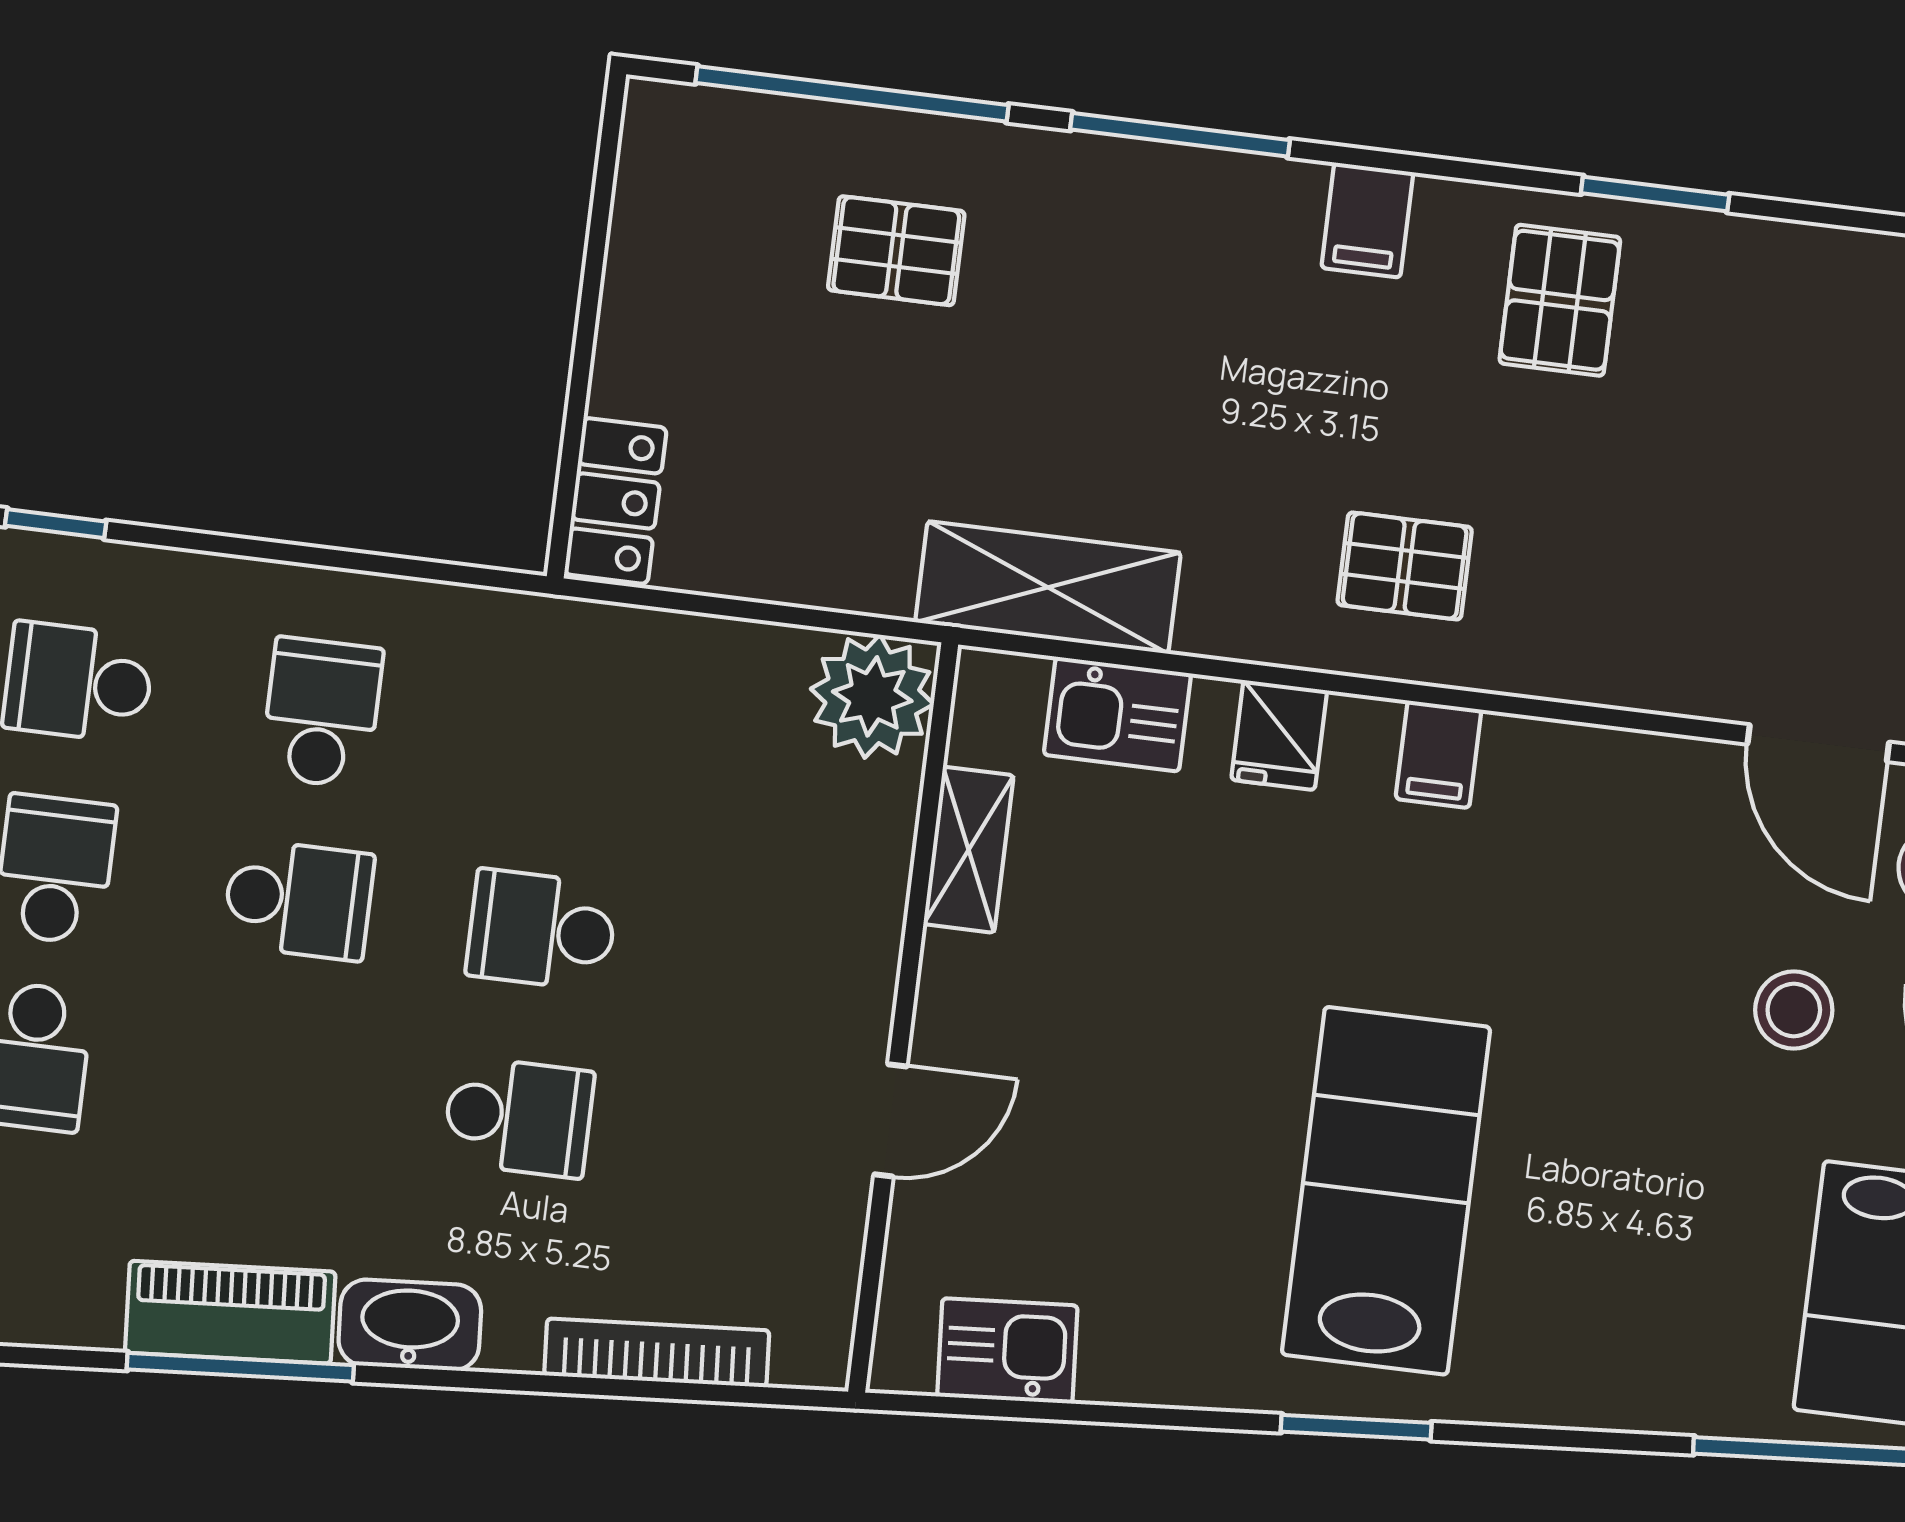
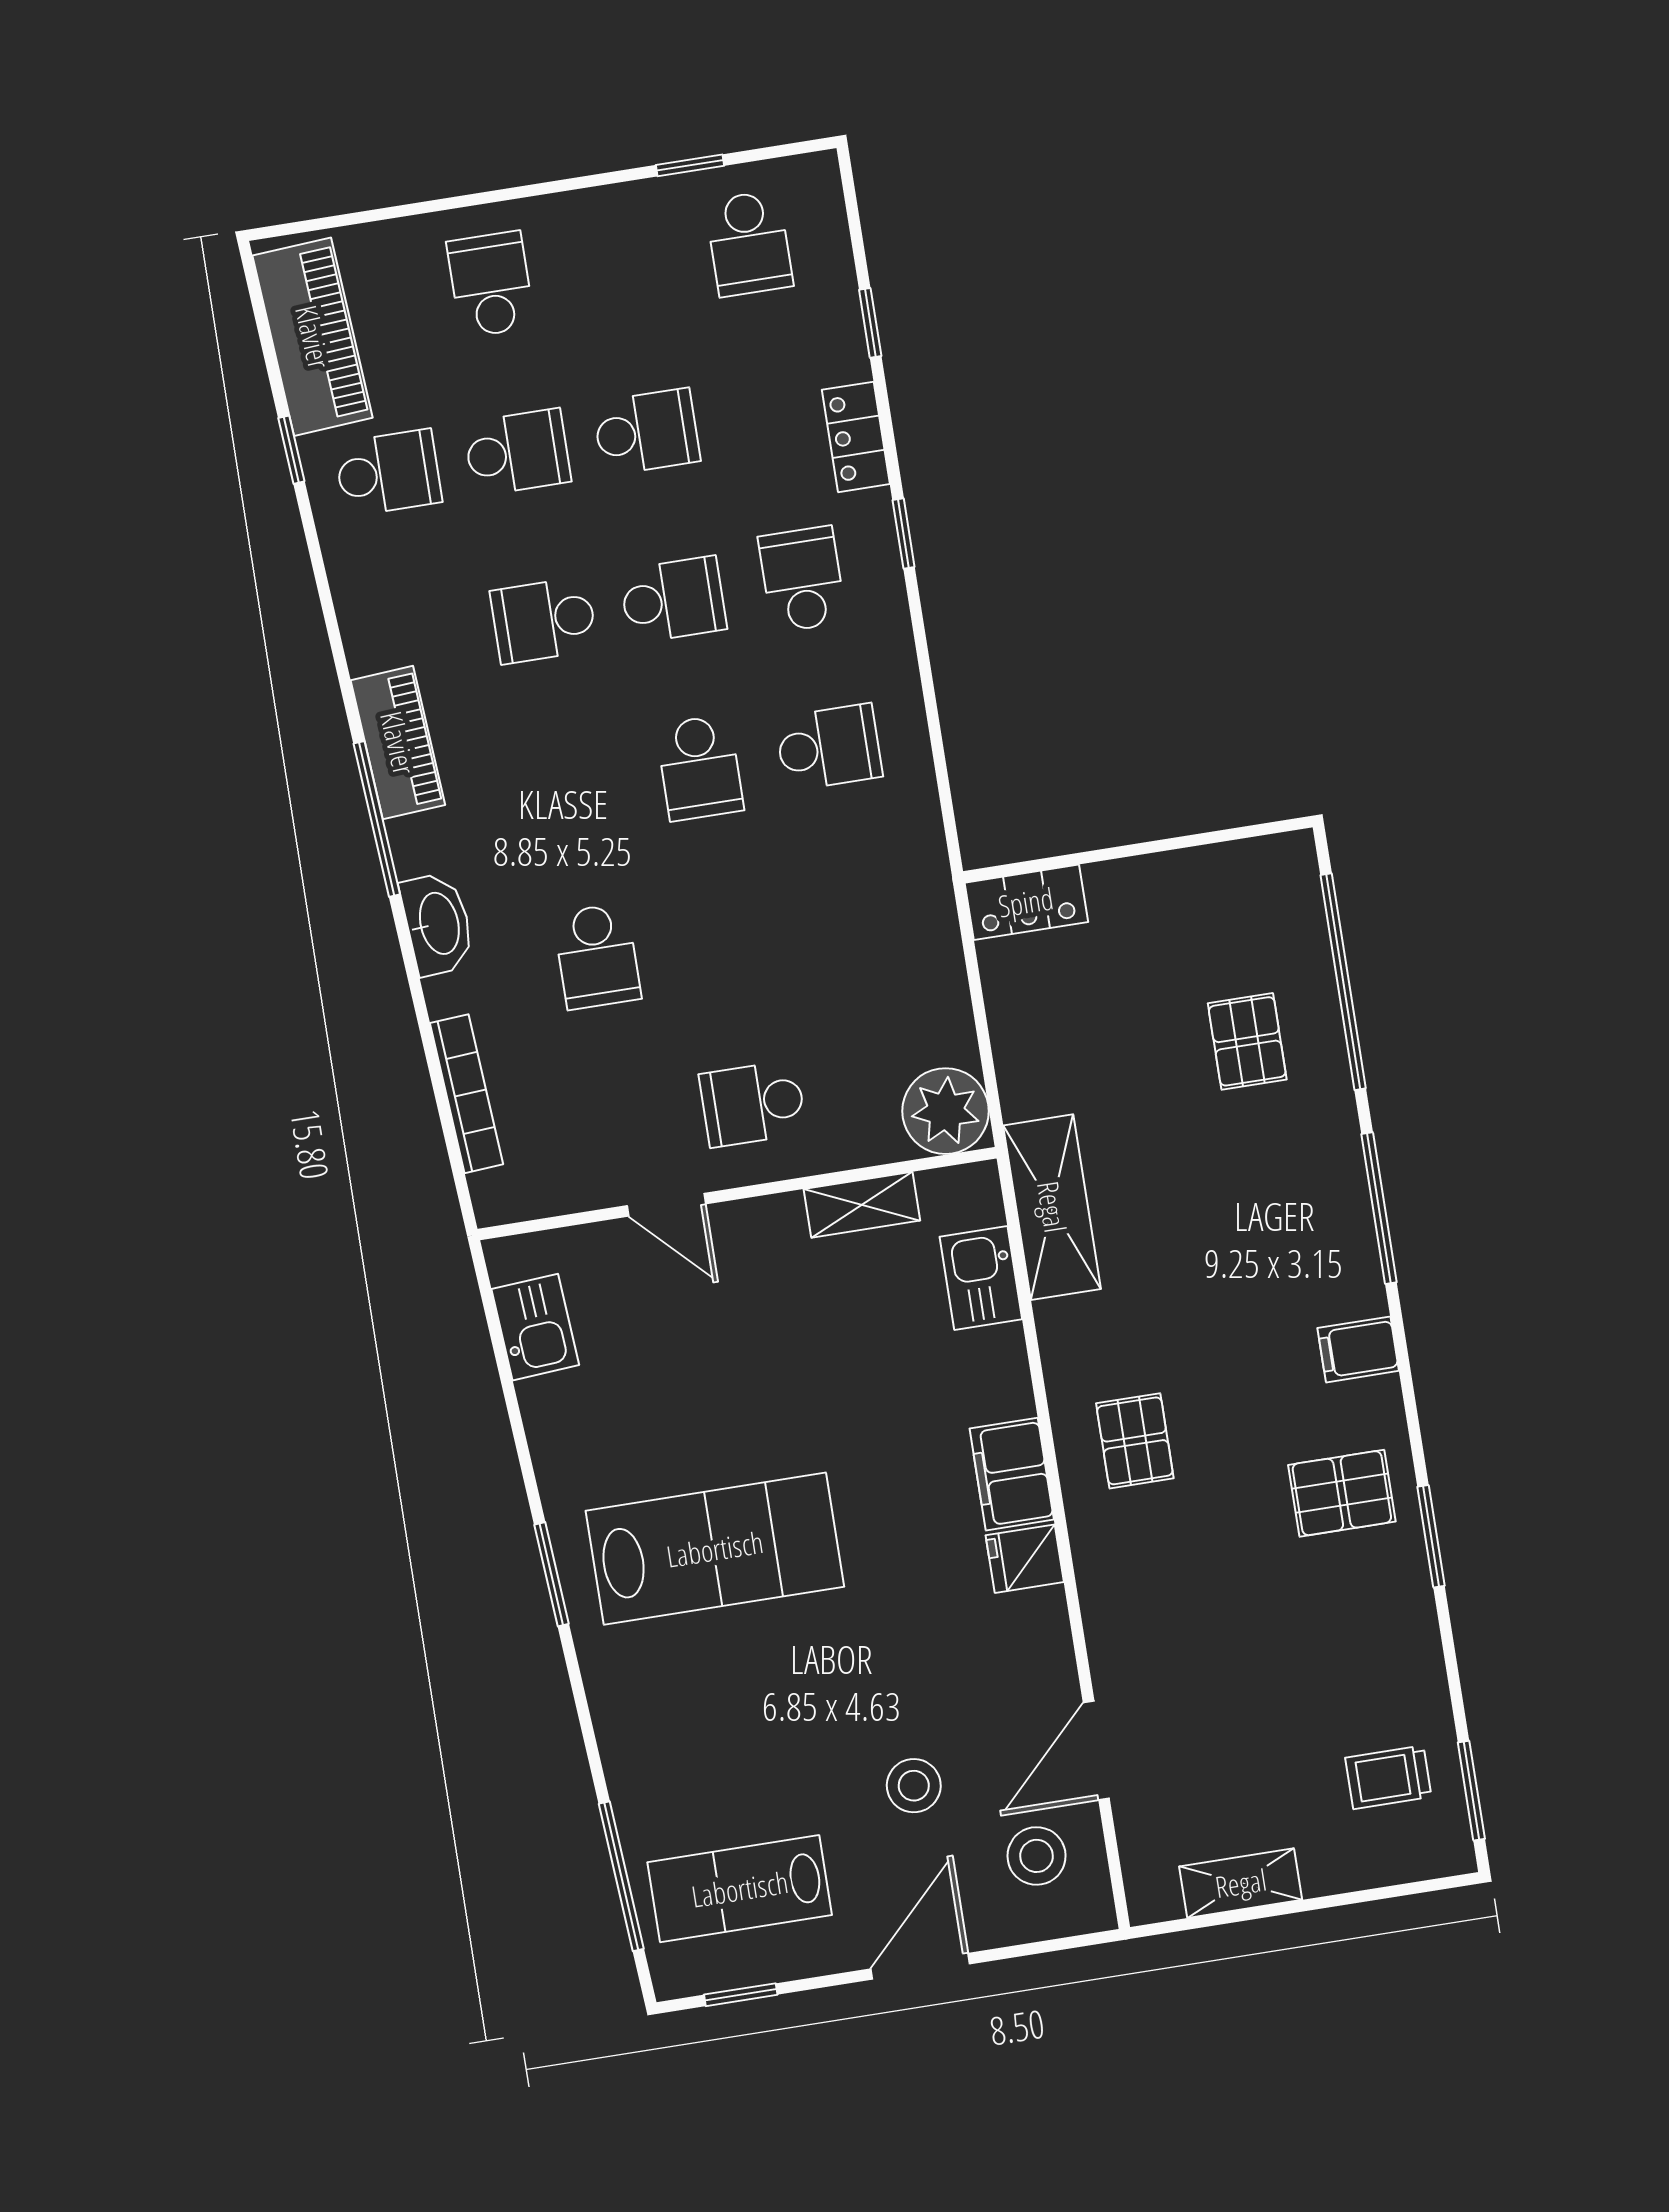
fridge: (1279, 735) -> (1025, 1559), moved
filing cabinet: (1438, 754) -> (1012, 1474), width x2.00
school desk: (542, 930) -> (753, 1104), moved, turned -90
piano: (230, 1312) -> (398, 743), moved

